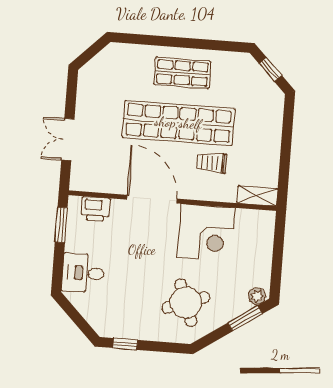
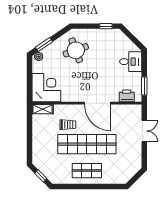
corner desk: (206, 233) -> (46, 88), moved, turned 90

